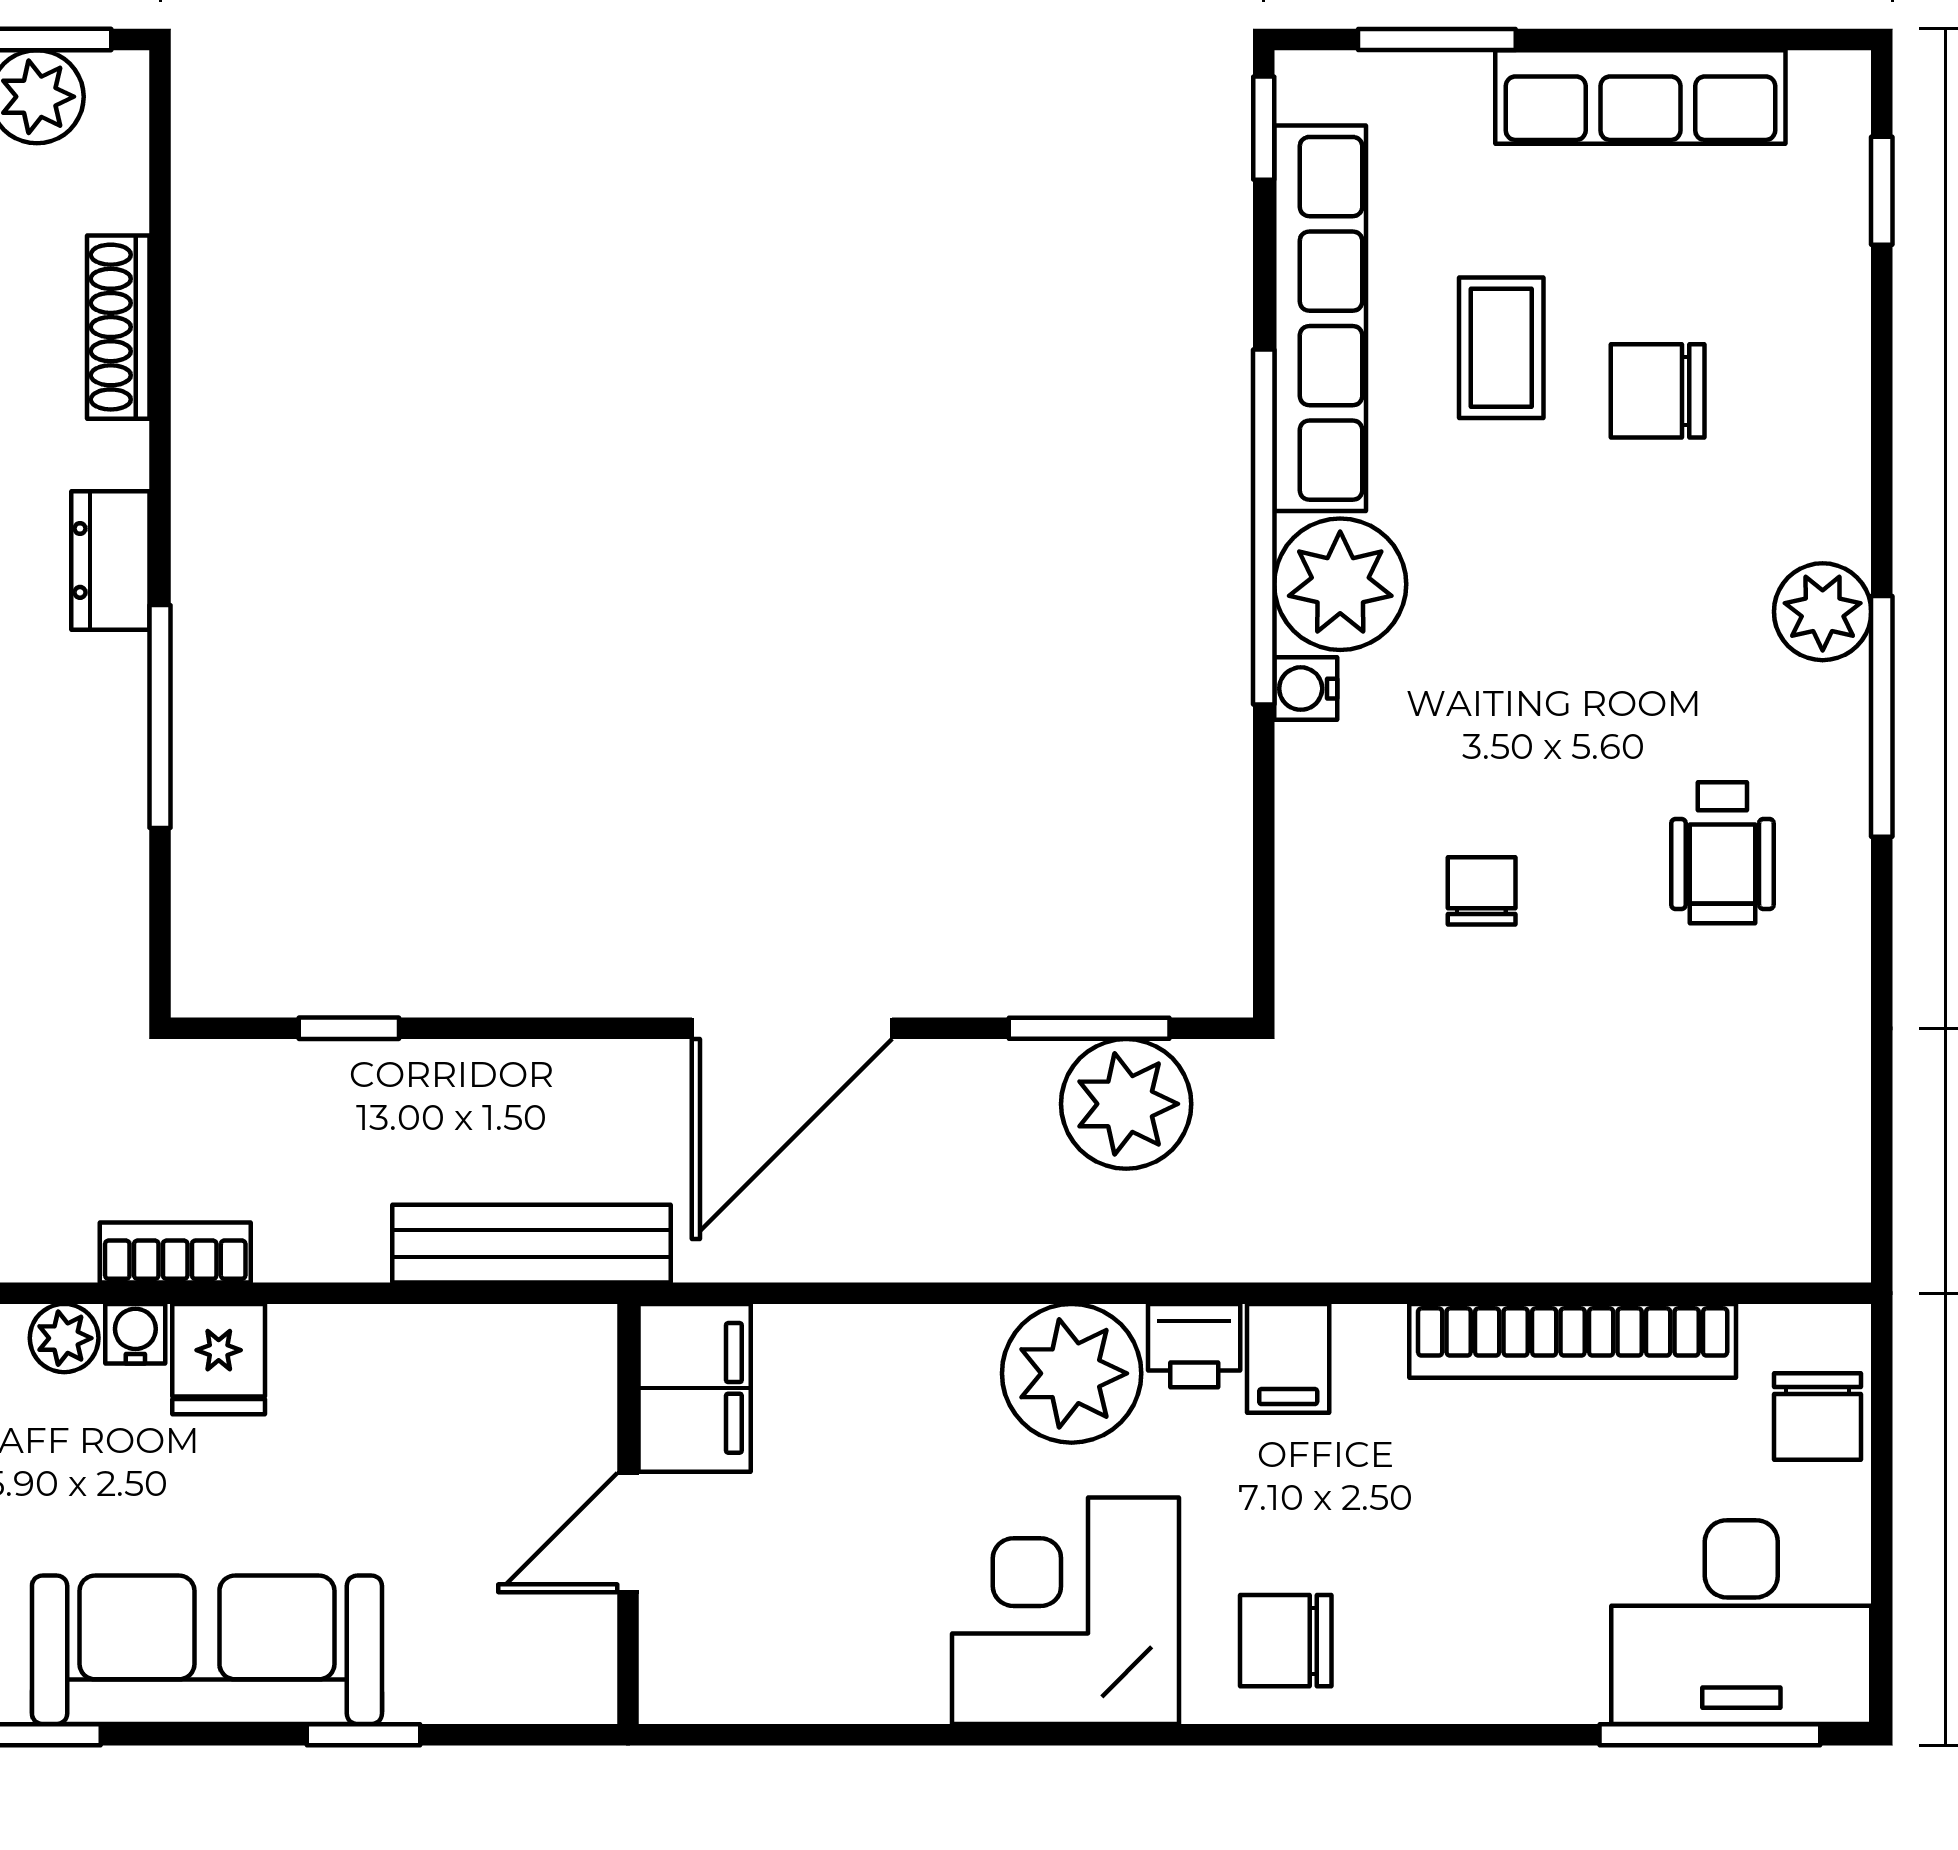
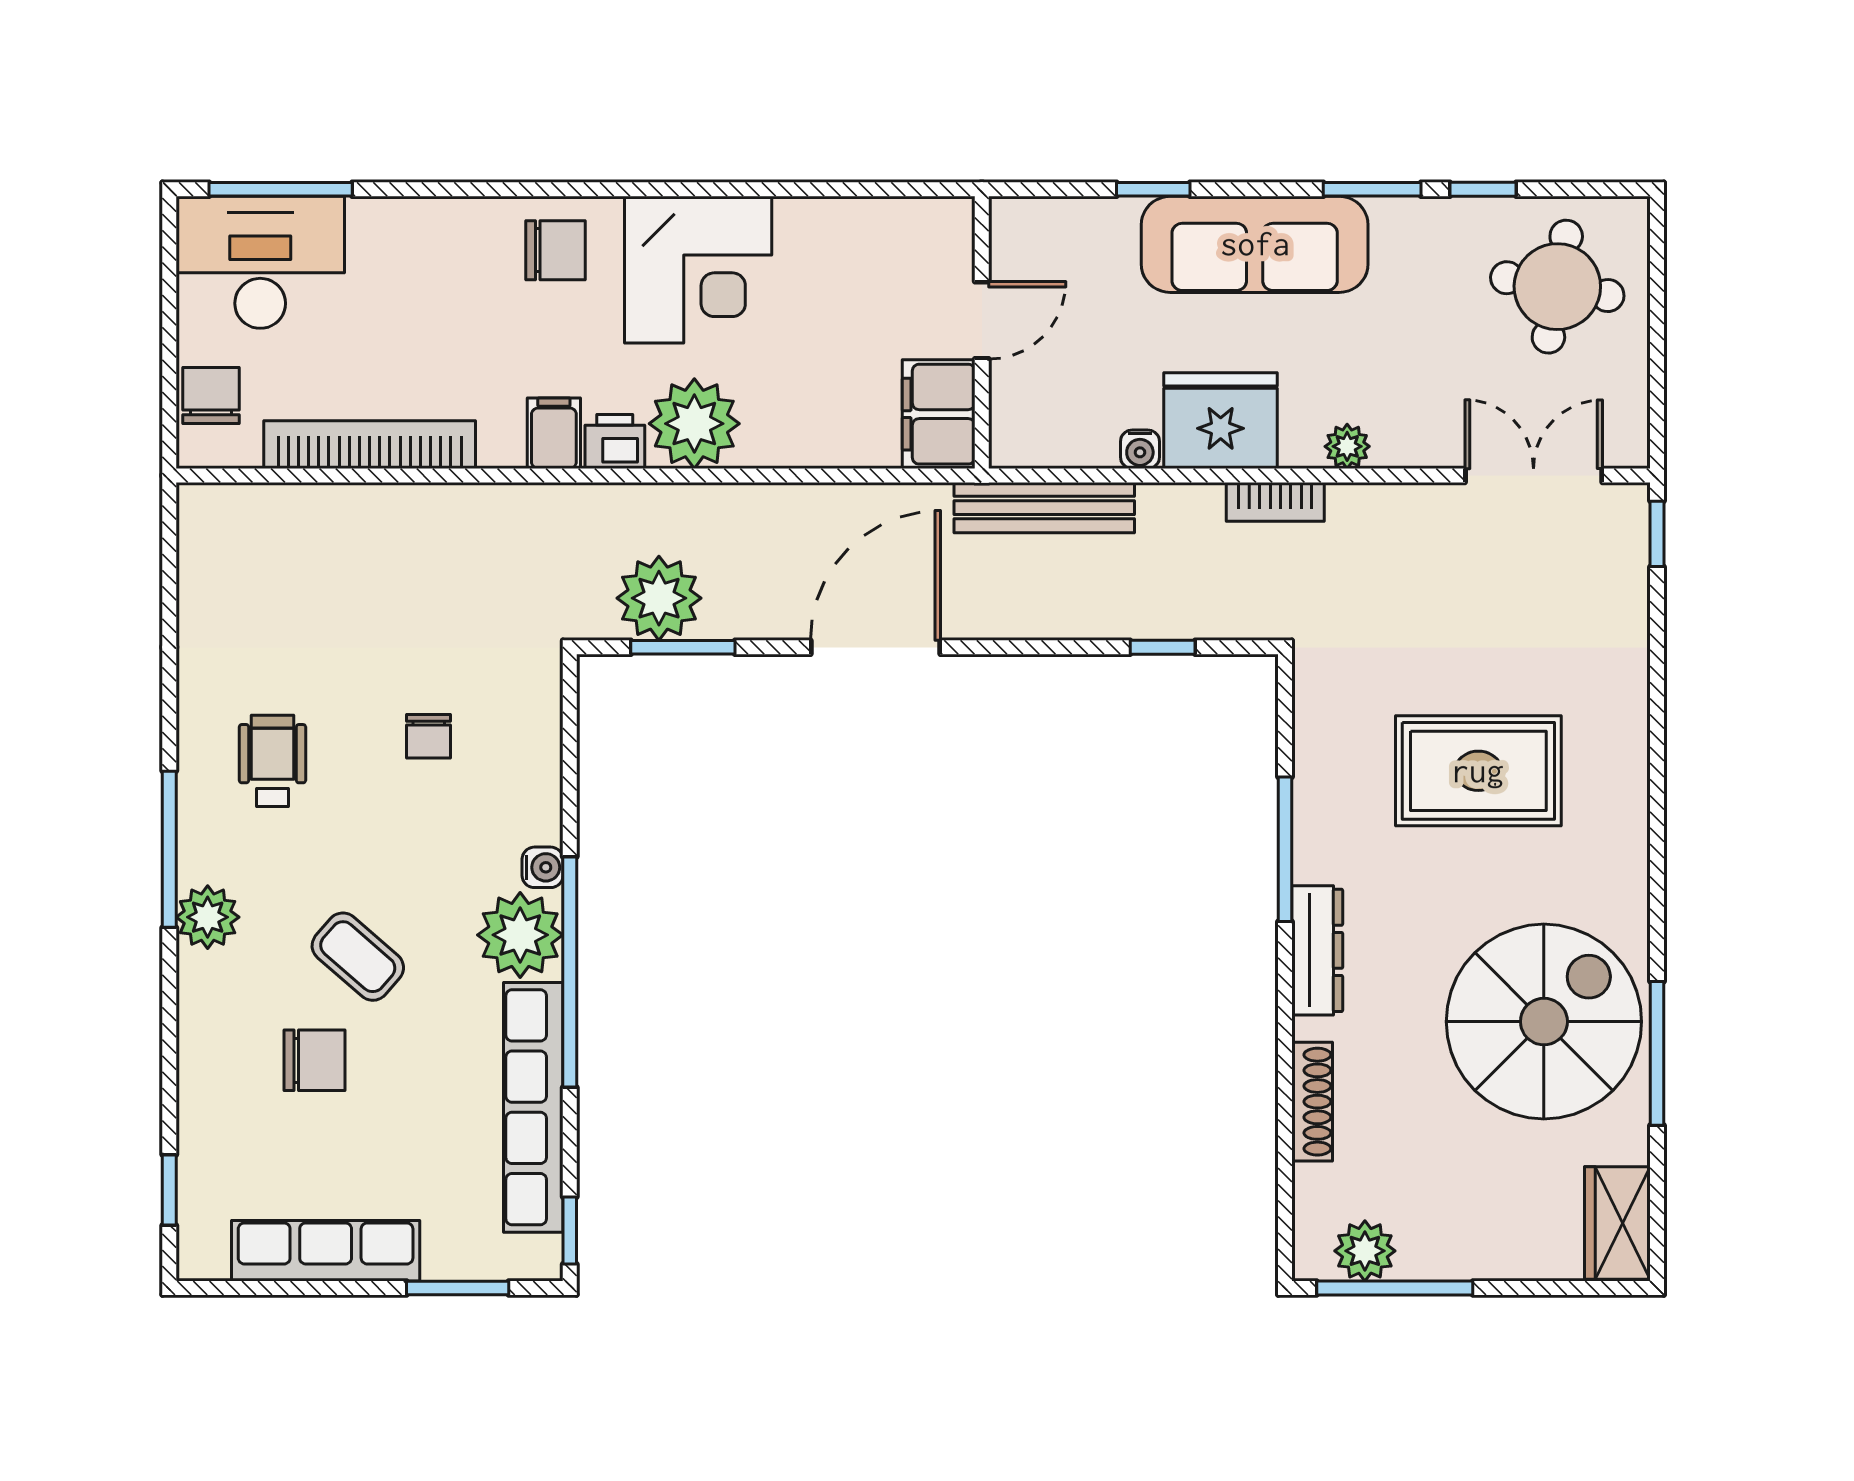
coffee table: (1501, 348) -> (358, 957), moved, turned -49
dresser: (110, 560) -> (1317, 950), width x1.44
water cooler: (135, 1334) -> (1140, 449), moved
fridge: (219, 1359) -> (1221, 421), width x1.88, depth x1.34

